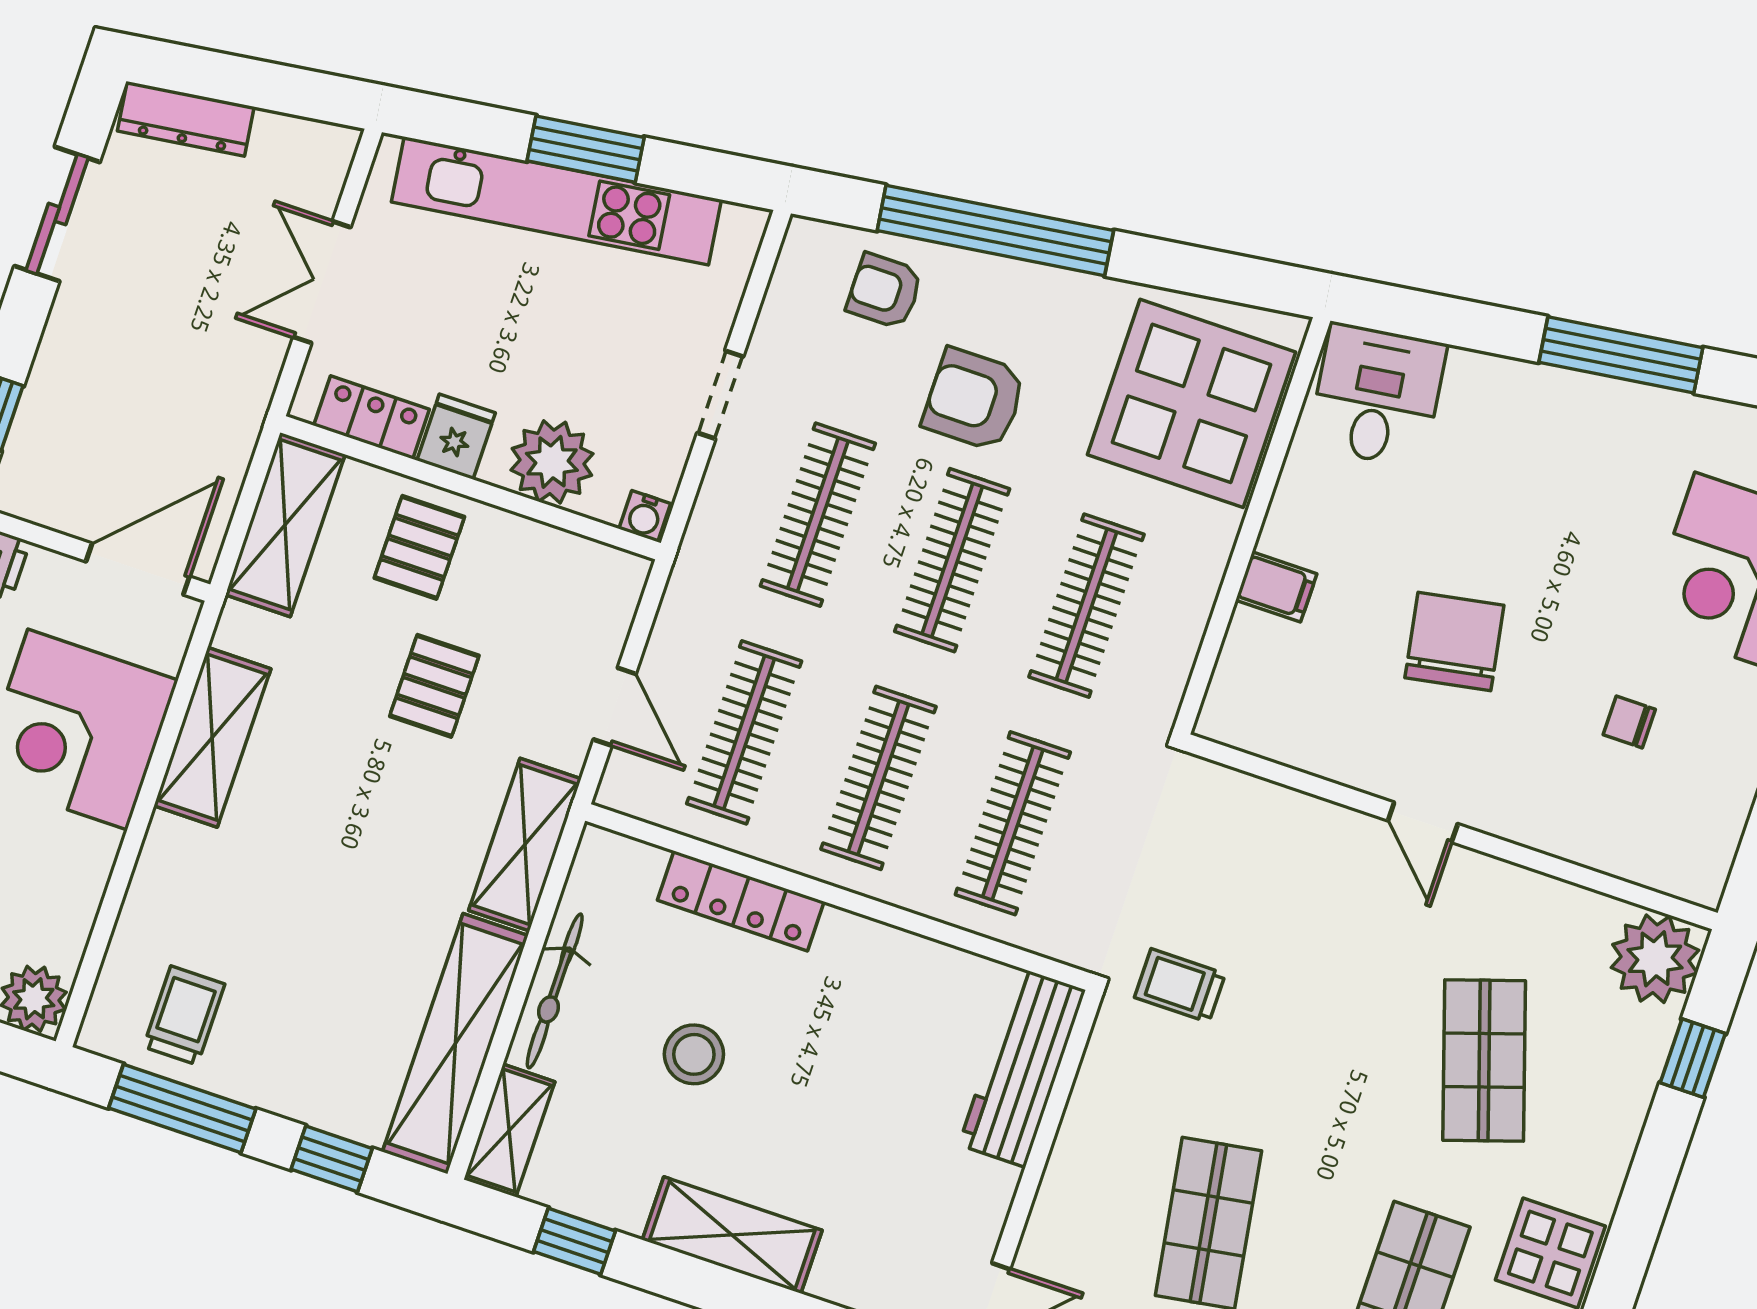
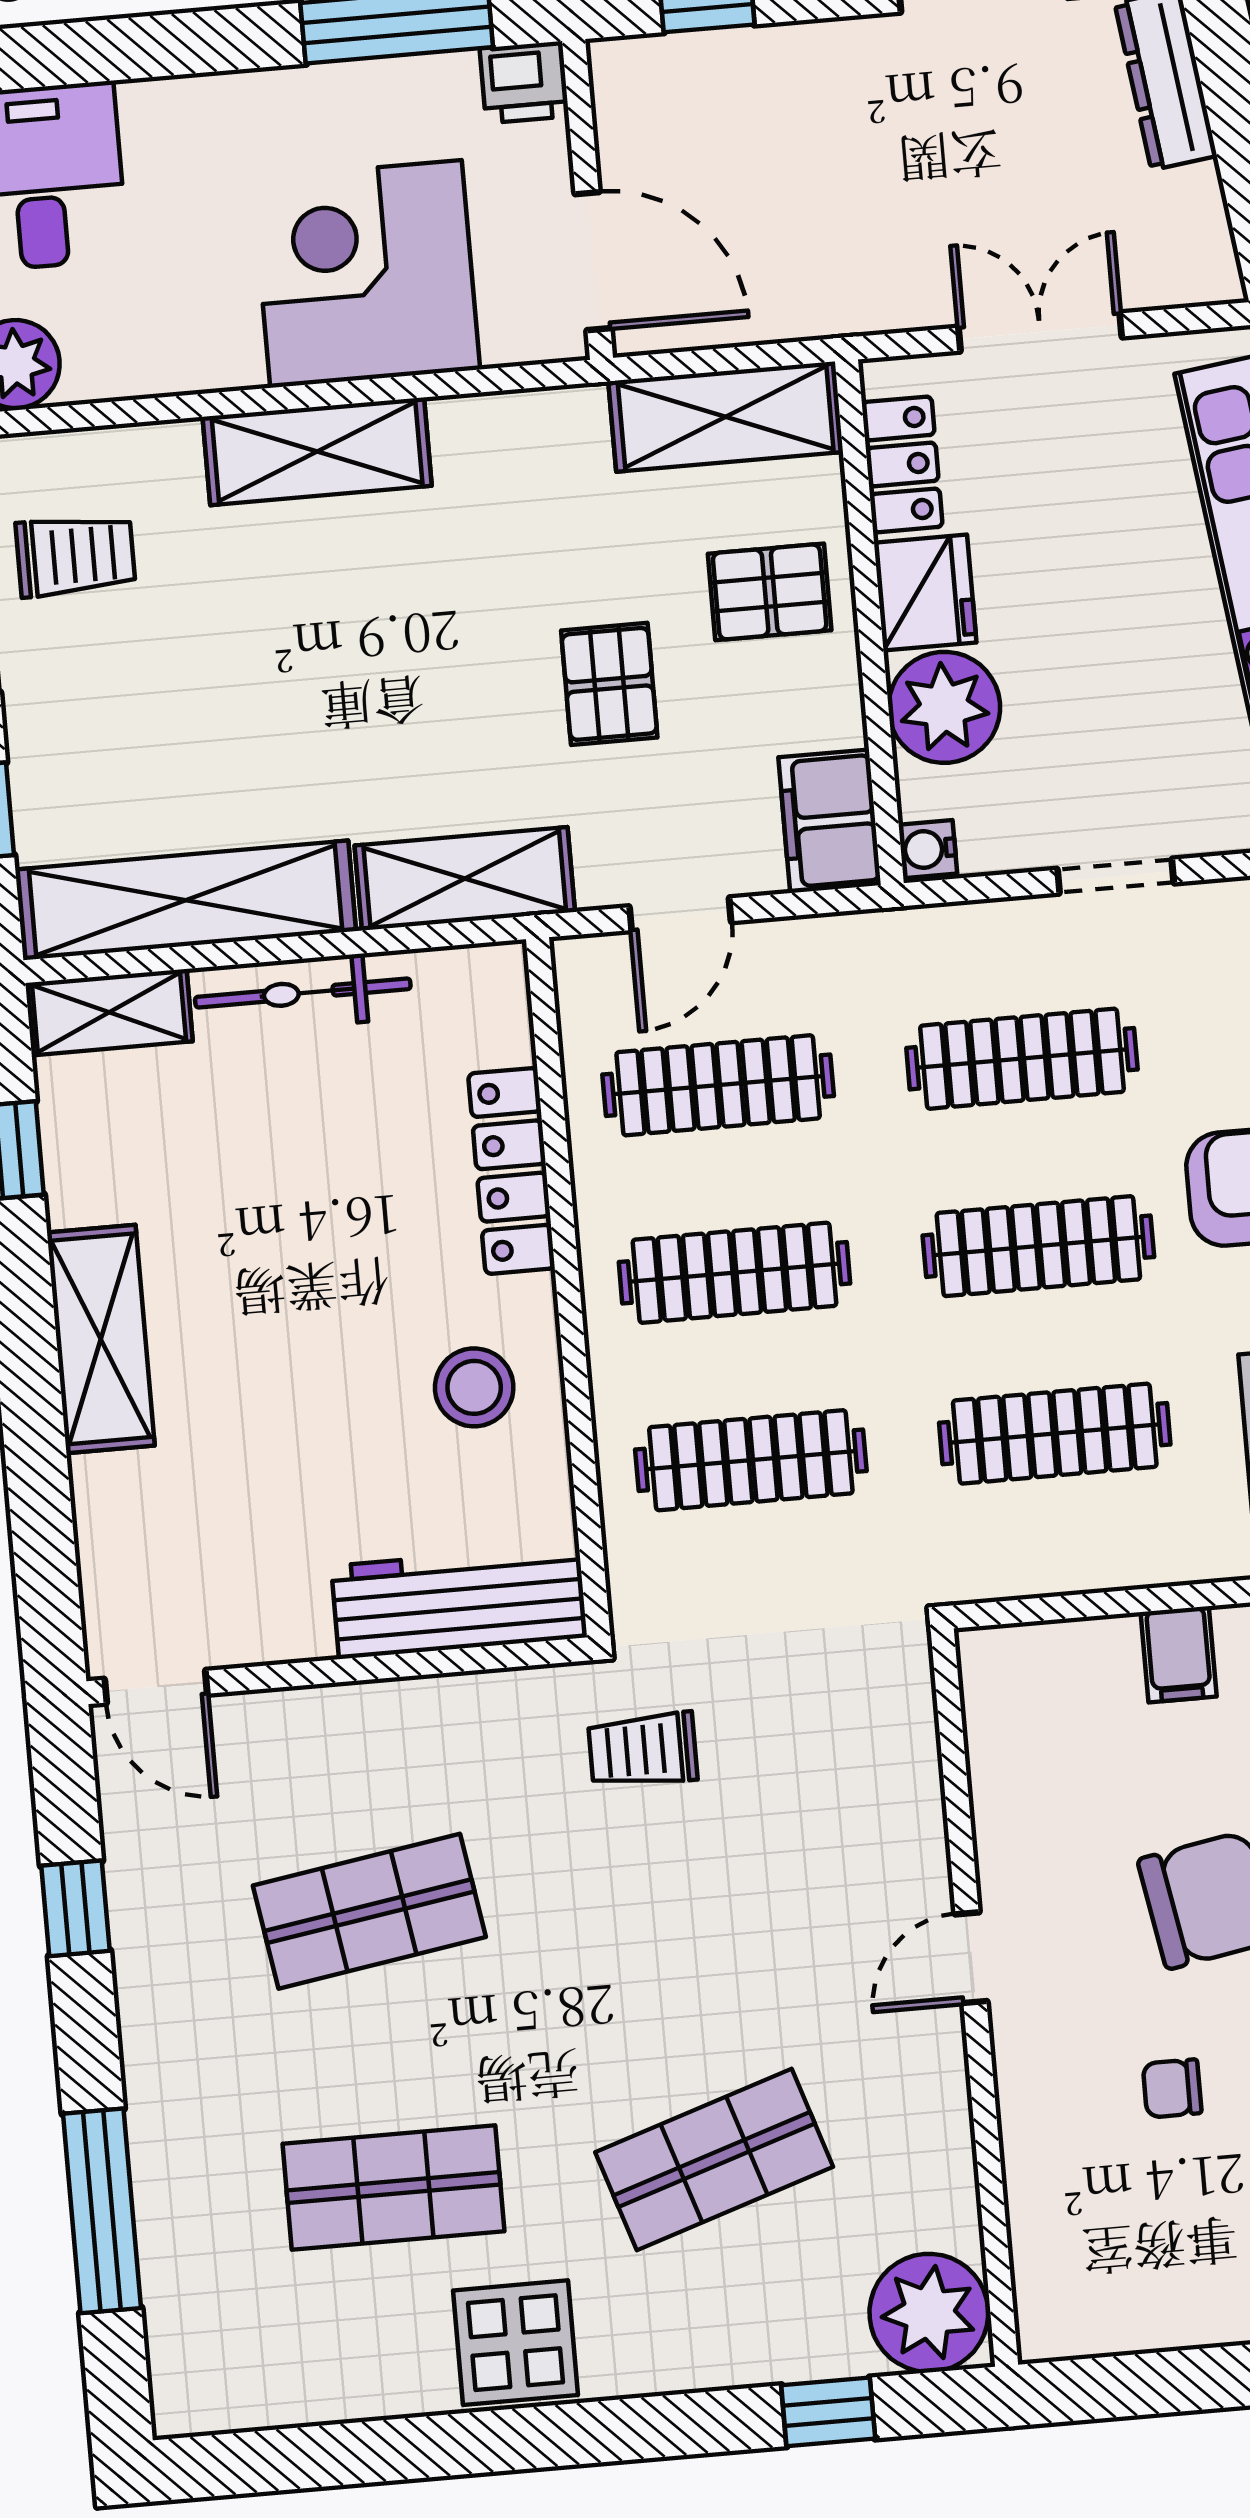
fridge: (456, 437) -> (925, 593), width x1.38
filing cabinet: (596, 575) -> (830, 821), added
pallet: (434, 686) -> (609, 684), turned 90
chair: (1629, 722) -> (1172, 2088), moved, turned -90
shelving: (212, 737) -> (317, 451), moved
trolley: (1180, 986) -> (643, 1750), turned -90
stool: (694, 1054) -> (474, 1387), moved

